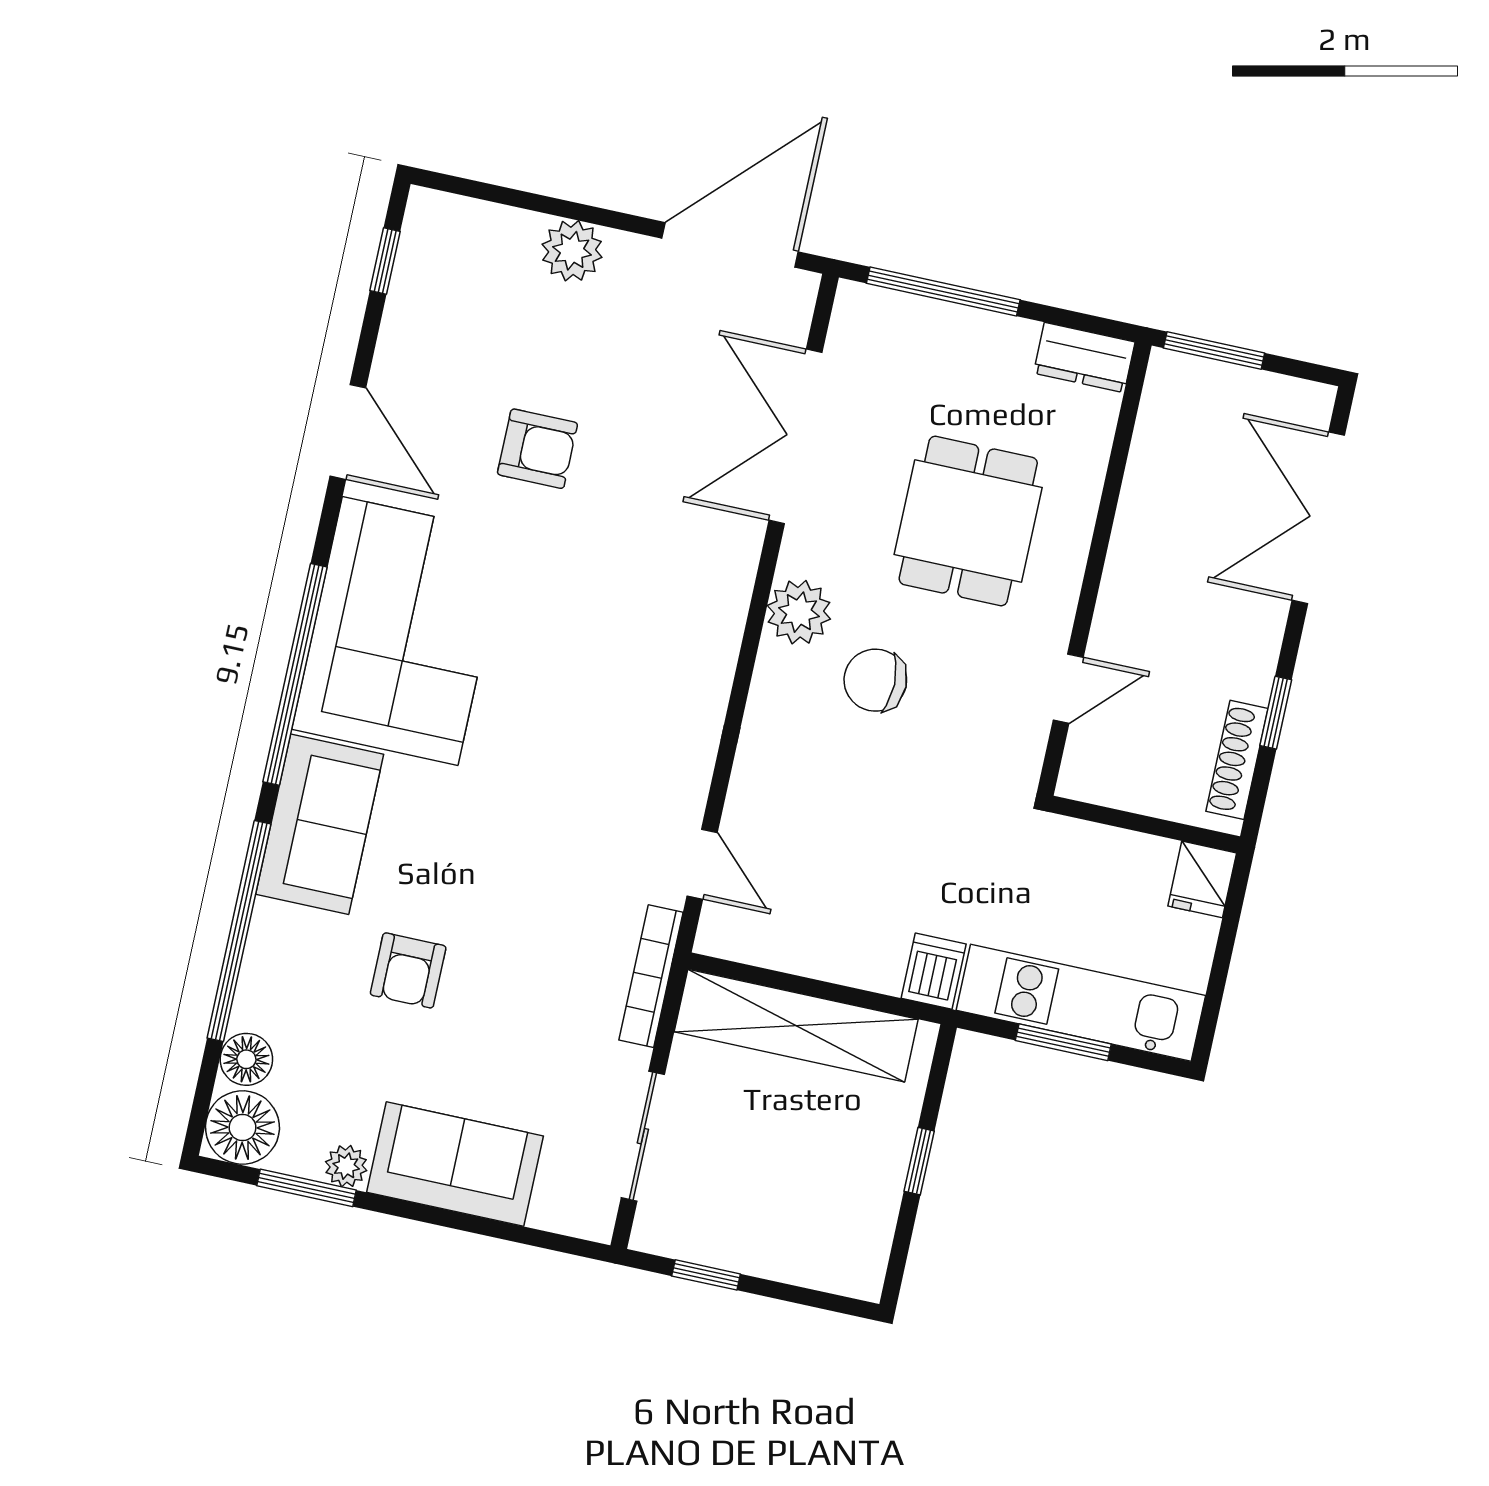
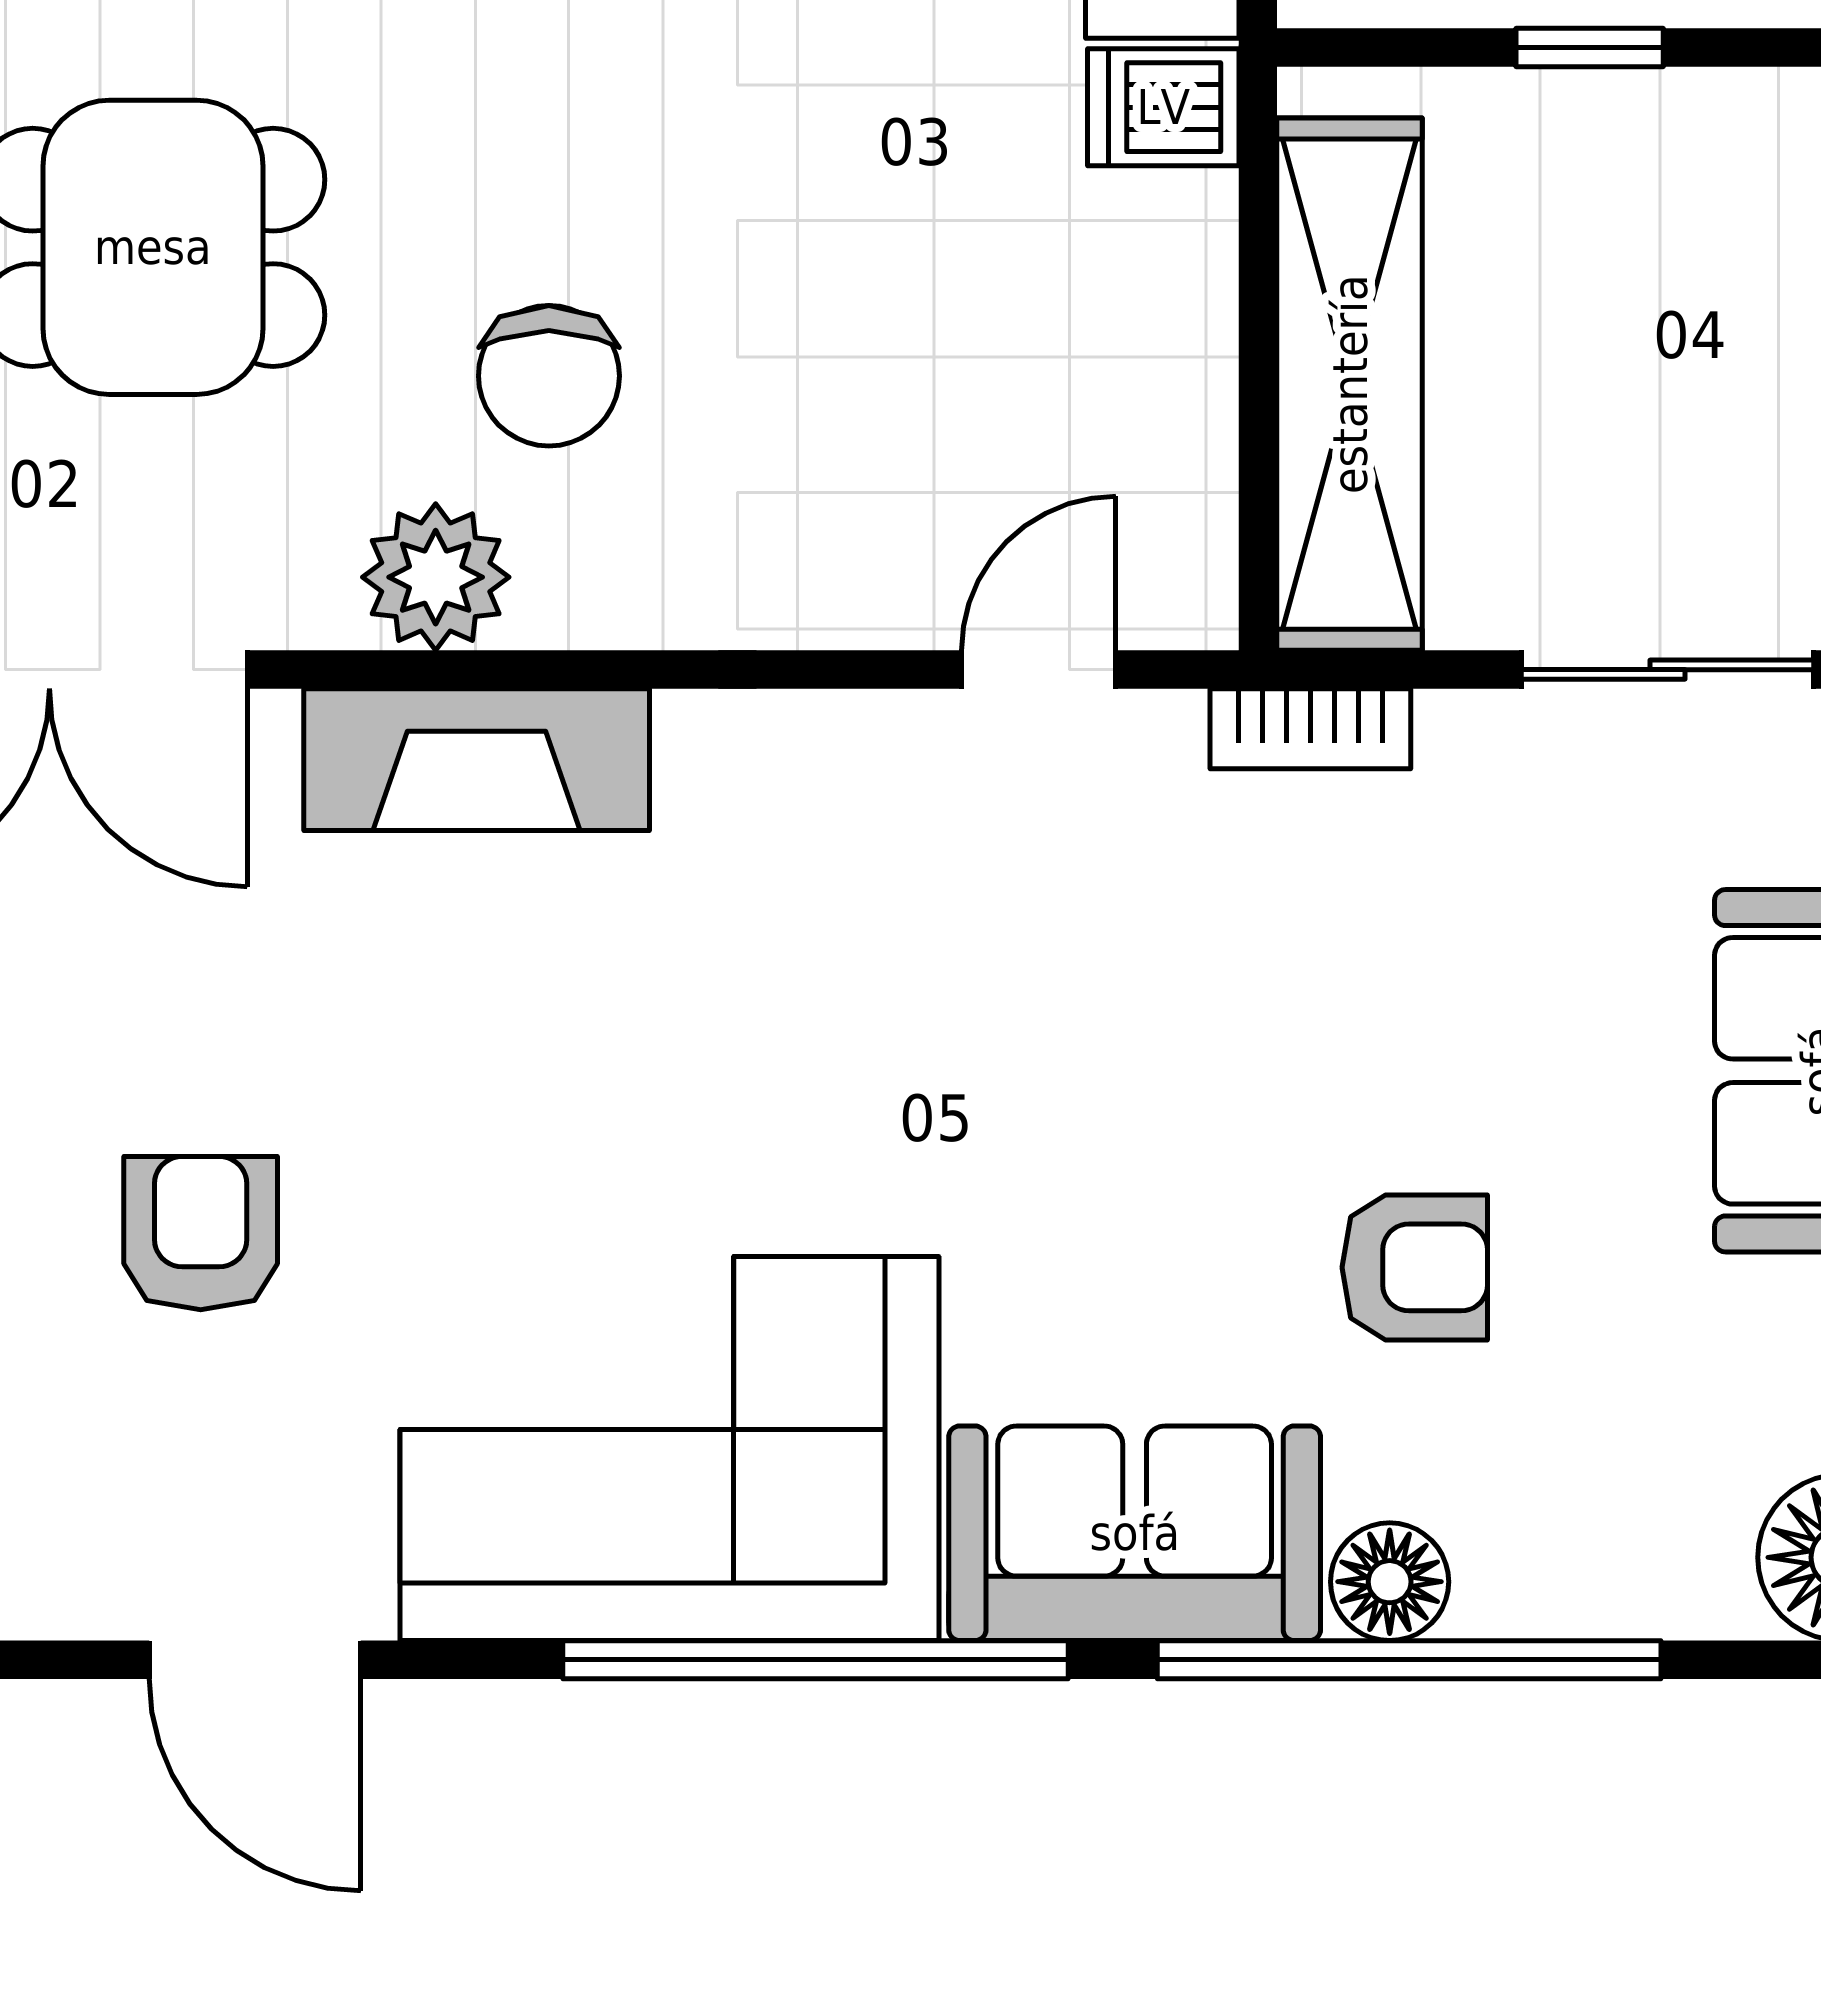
door: (348, 432) -> (255, 1660), swing flipped
fireplace: (716, 613) -> (477, 760), added
bookcase: (651, 976) -> (1310, 729), width x0.64
floor lamp: (246, 1059) -> (1390, 1582), moved

